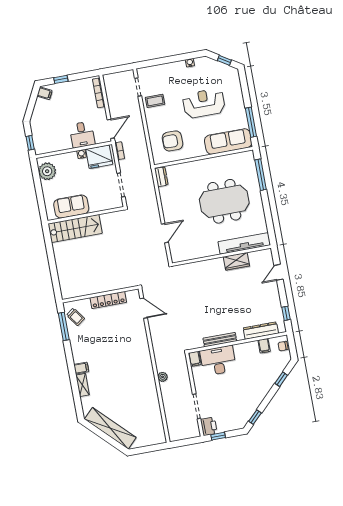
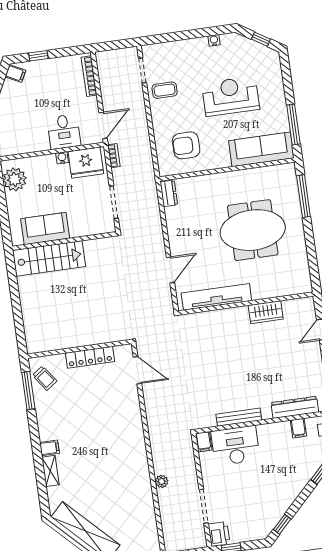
tv unit: (244, 243) -> (216, 297), moved
plant: (163, 377) -> (162, 481), moved

